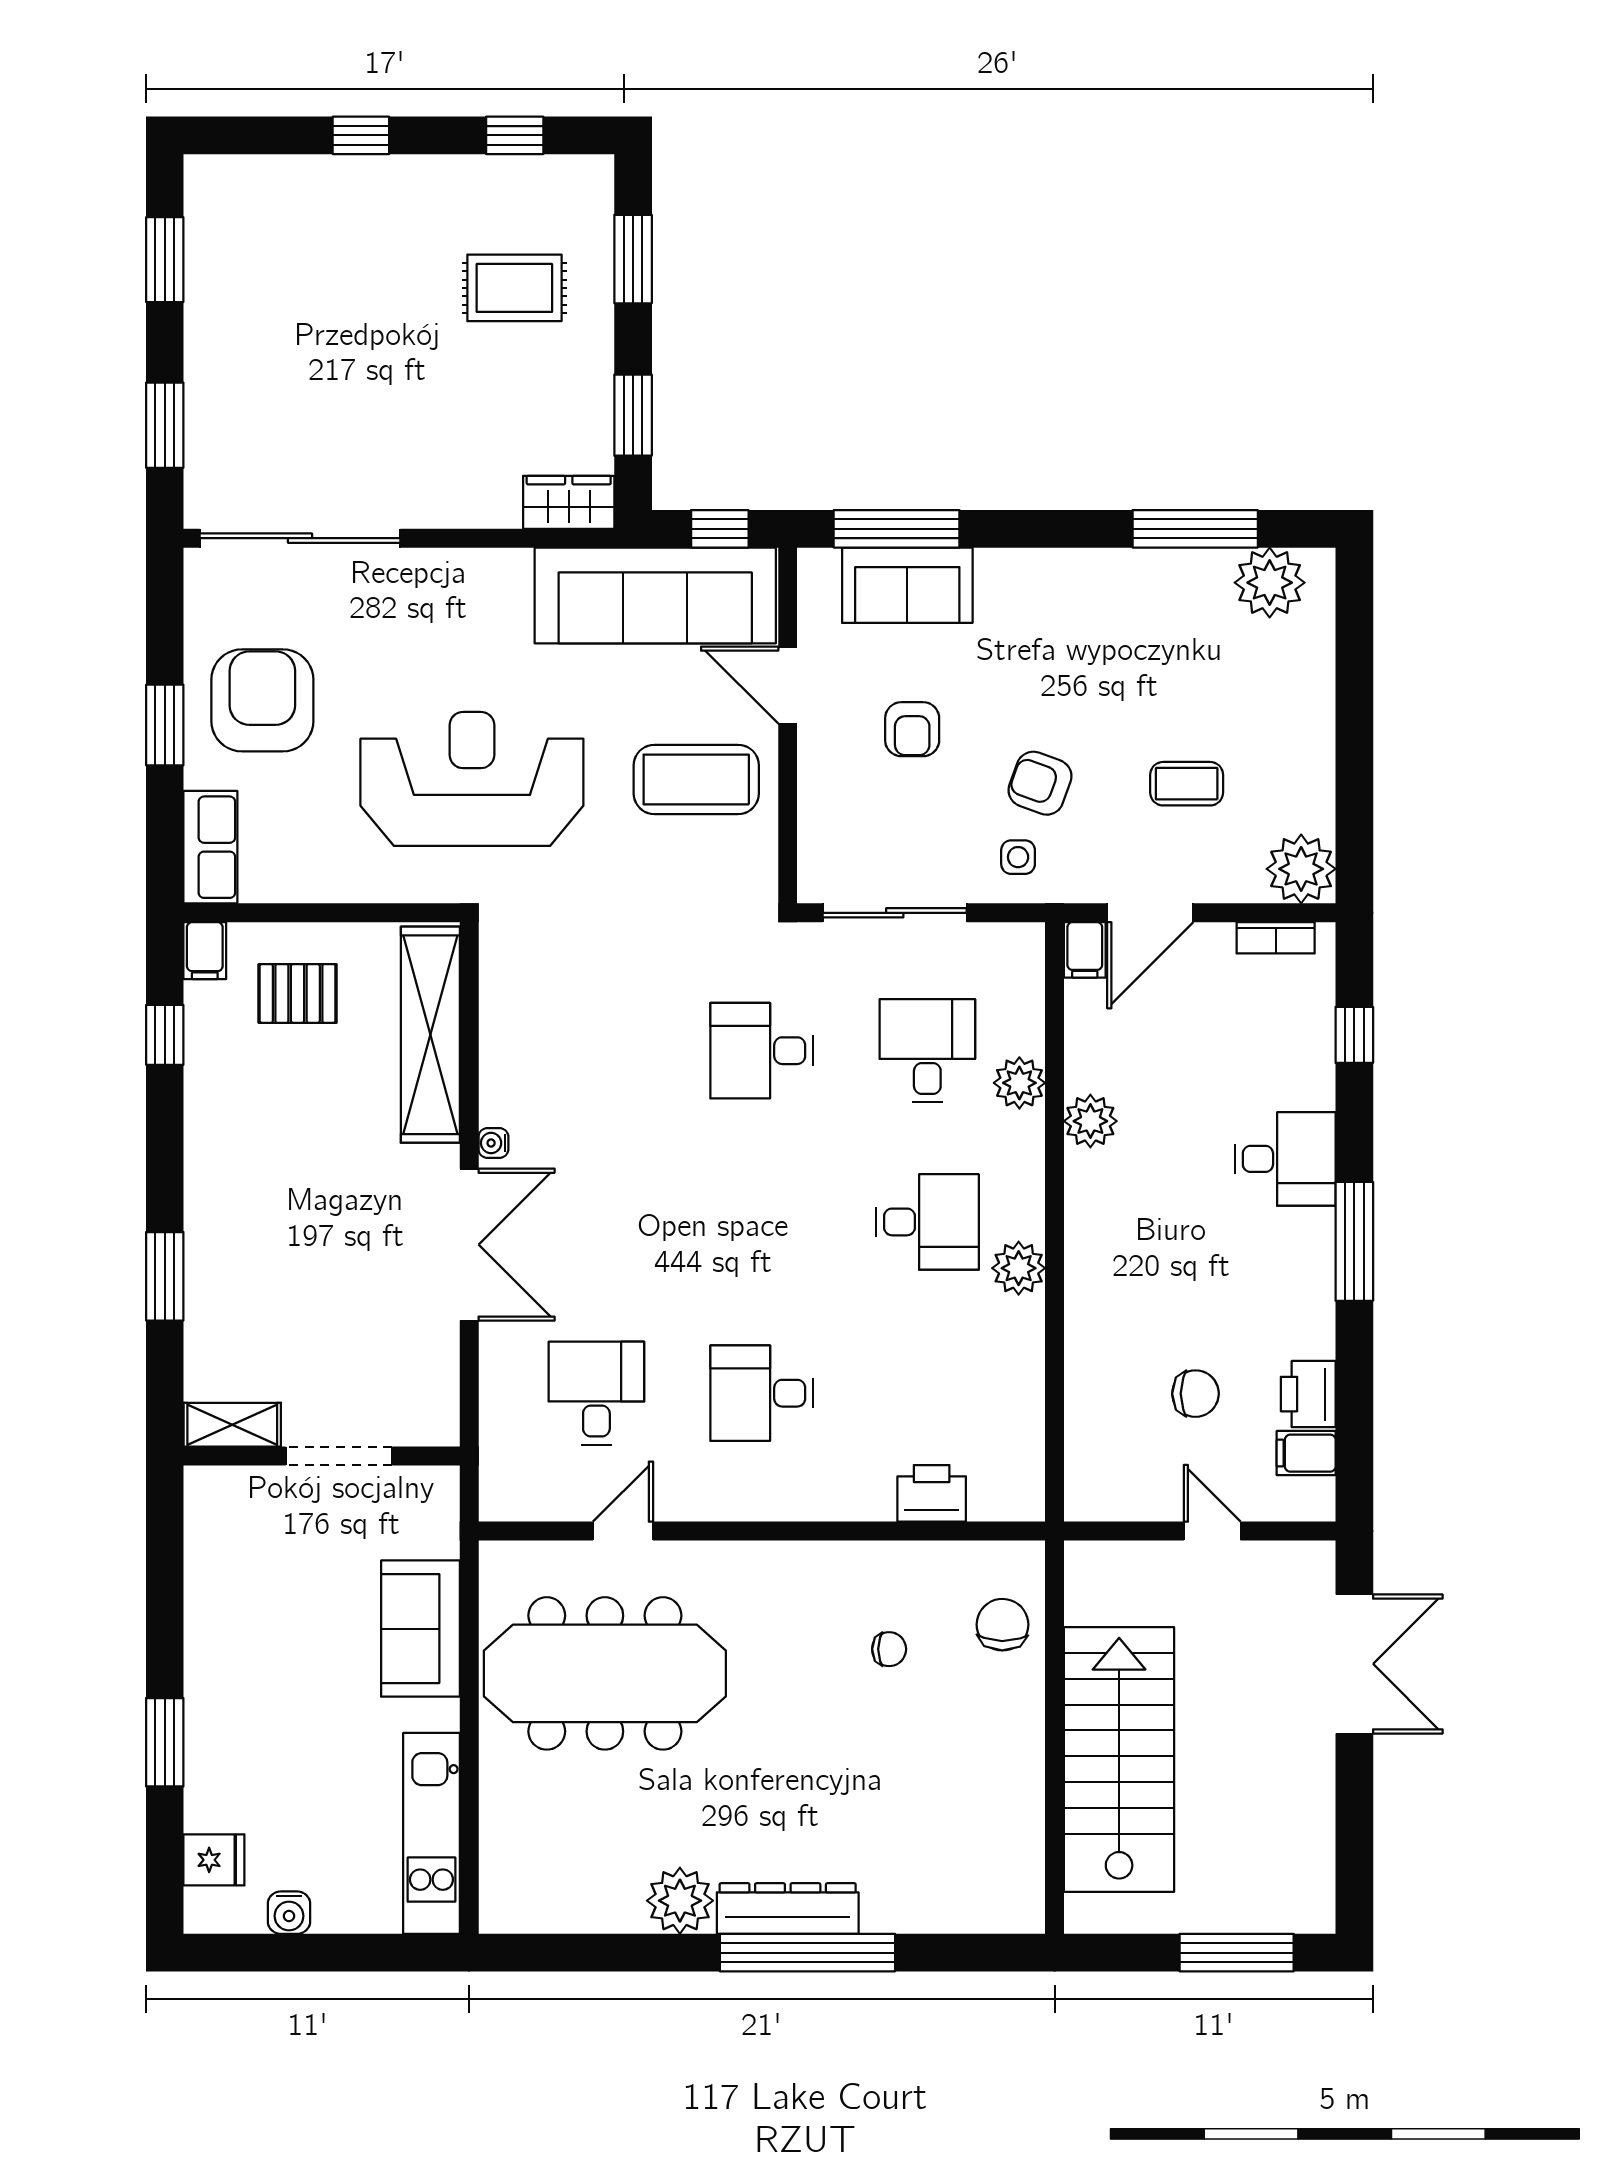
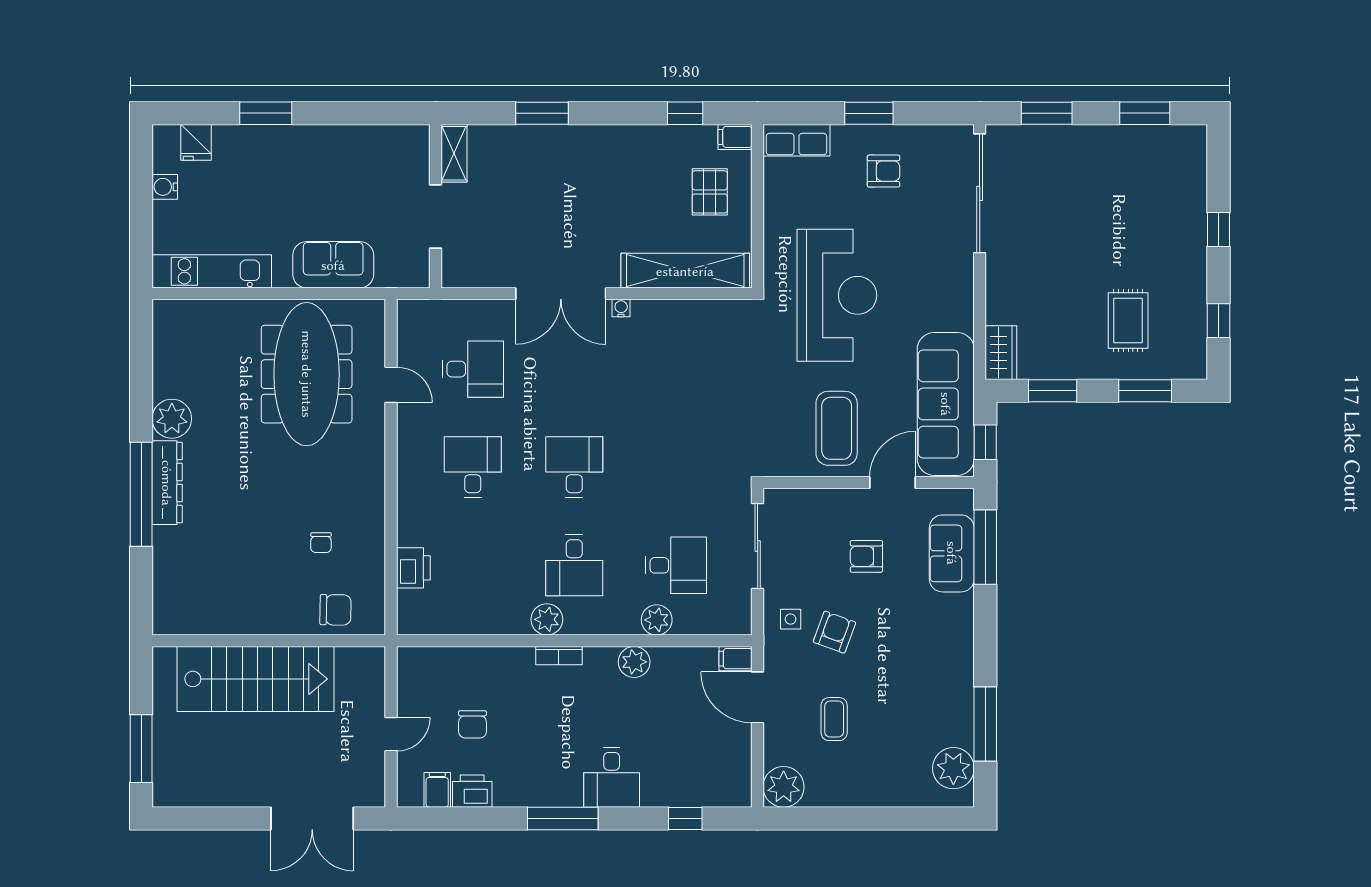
armchair: (262, 700) -> (883, 171), width x0.53, depth x0.53
bookcase: (1276, 938) -> (559, 656), moved, turned -90
desk: (762, 1051) -> (574, 467), moved

